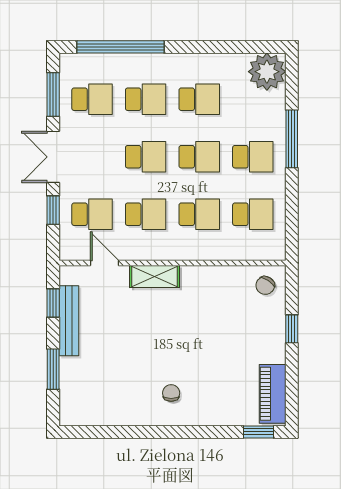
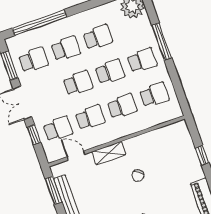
chair: (265, 285) -> (138, 176), moved
window: (53, 303) -> (54, 190), width x1.50

